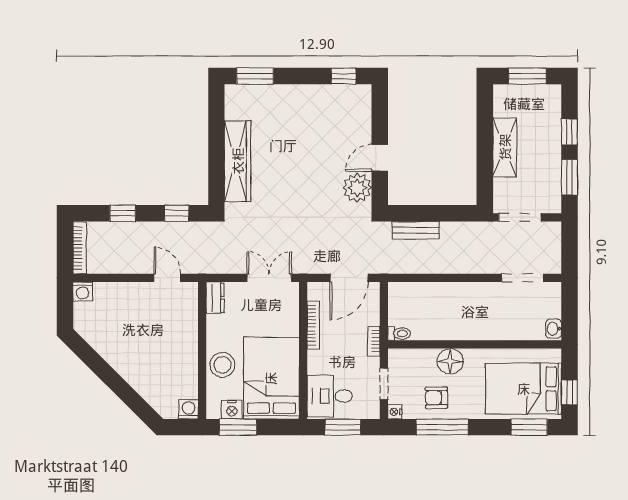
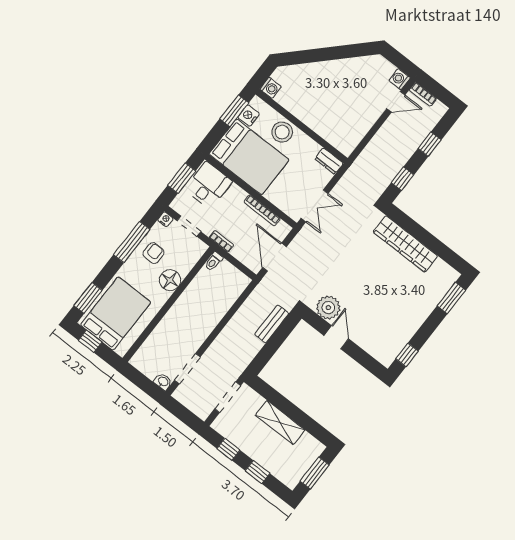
window: (569, 177) -> (228, 449), width x0.67
bookcase: (80, 248) -> (423, 94), width x0.64
door: (167, 278) -> (396, 102), moved
washbasin: (554, 329) -> (163, 382), moved

